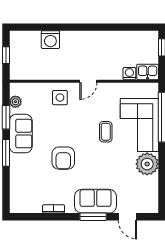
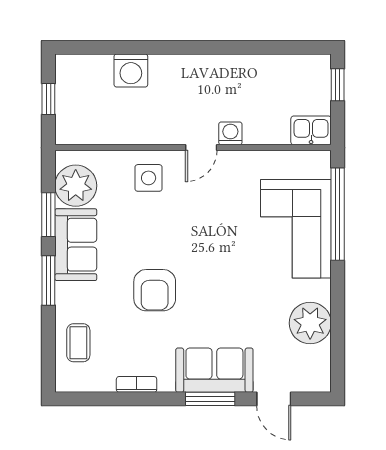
washing machine: (129, 74) -> (230, 133), moved
plant: (15, 102) -> (76, 186), width x1.88, depth x1.88
coffee table: (106, 132) -> (78, 343), moved
plant: (147, 164) -> (310, 323), moved

